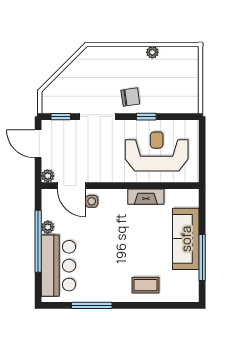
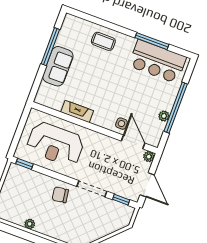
window: (146, 117) -> (24, 164), moved
sofa: (186, 239) -> (58, 66), width x0.73
bar counter: (58, 266) -> (157, 61), moved, turned -90

